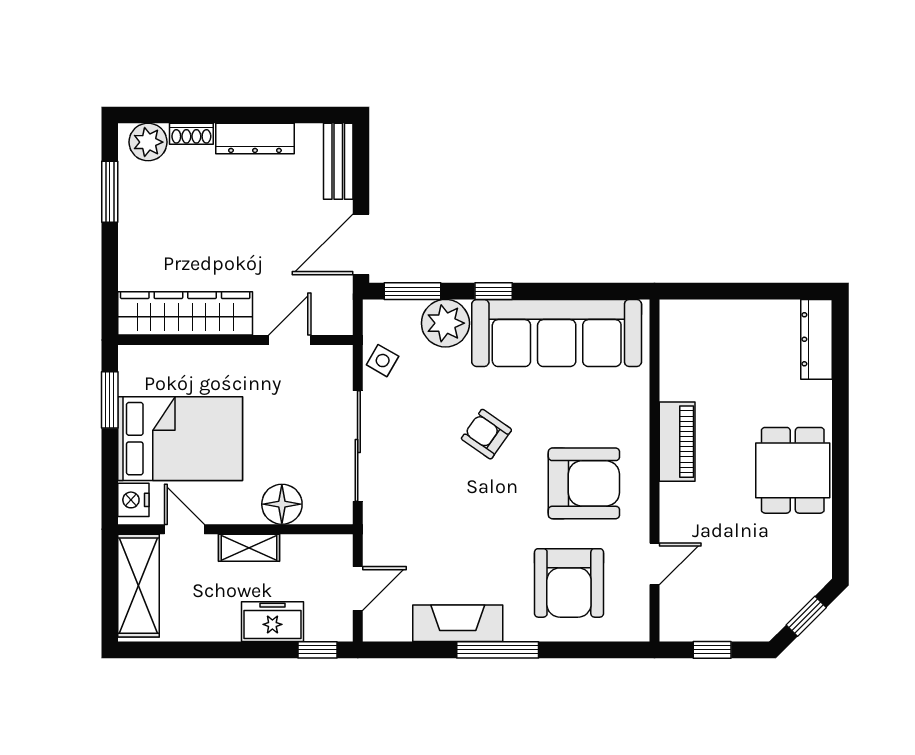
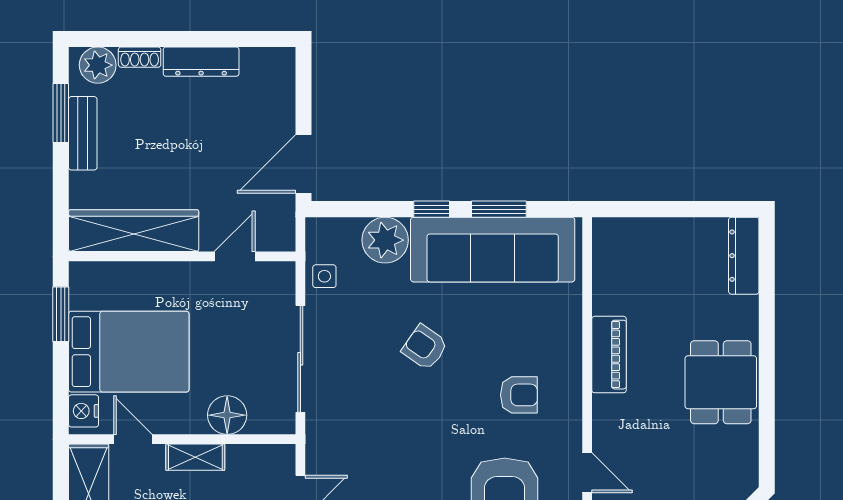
bench: (338, 161) -> (83, 133), moved
window: (412, 291) -> (499, 209), moved
side table: (383, 361) -> (324, 276), turned -30
armchair: (584, 483) -> (519, 395), width x0.53, depth x0.53
door: (654, 564) -> (587, 473), hinge flipped

